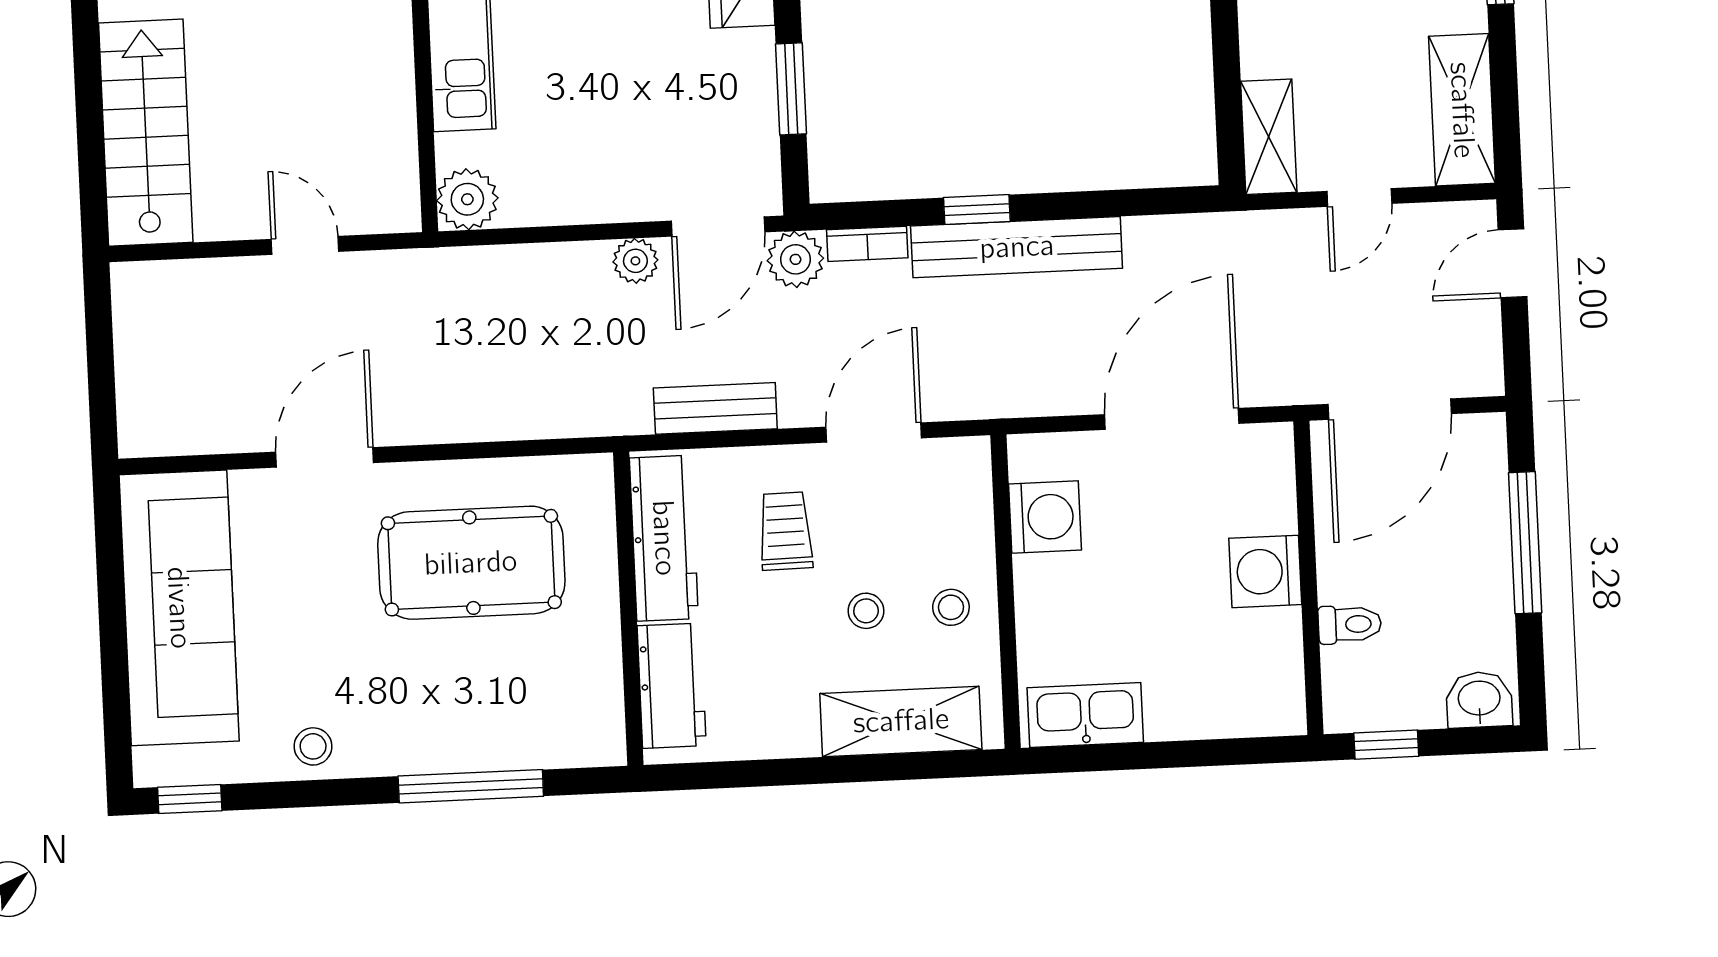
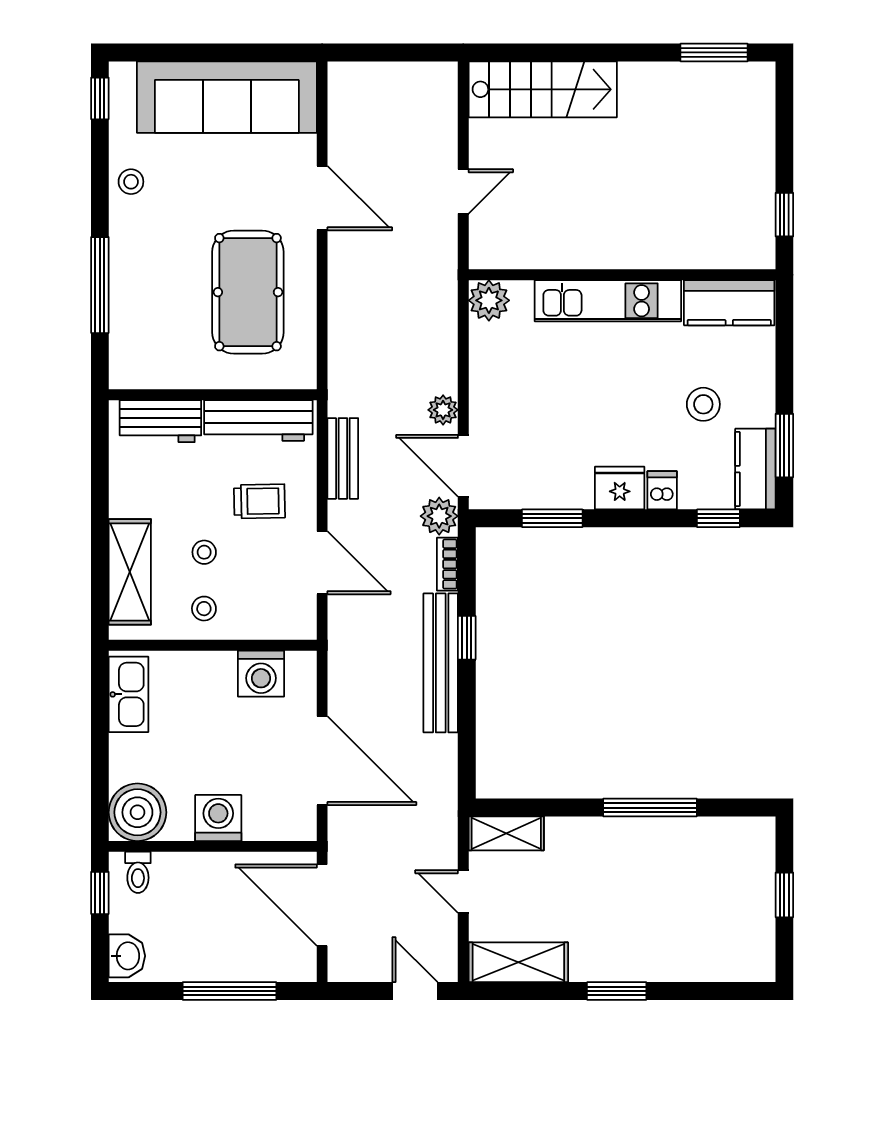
toilet: (1350, 624) -> (138, 872), moved
boiler: (1262, 693) -> (137, 812), added

